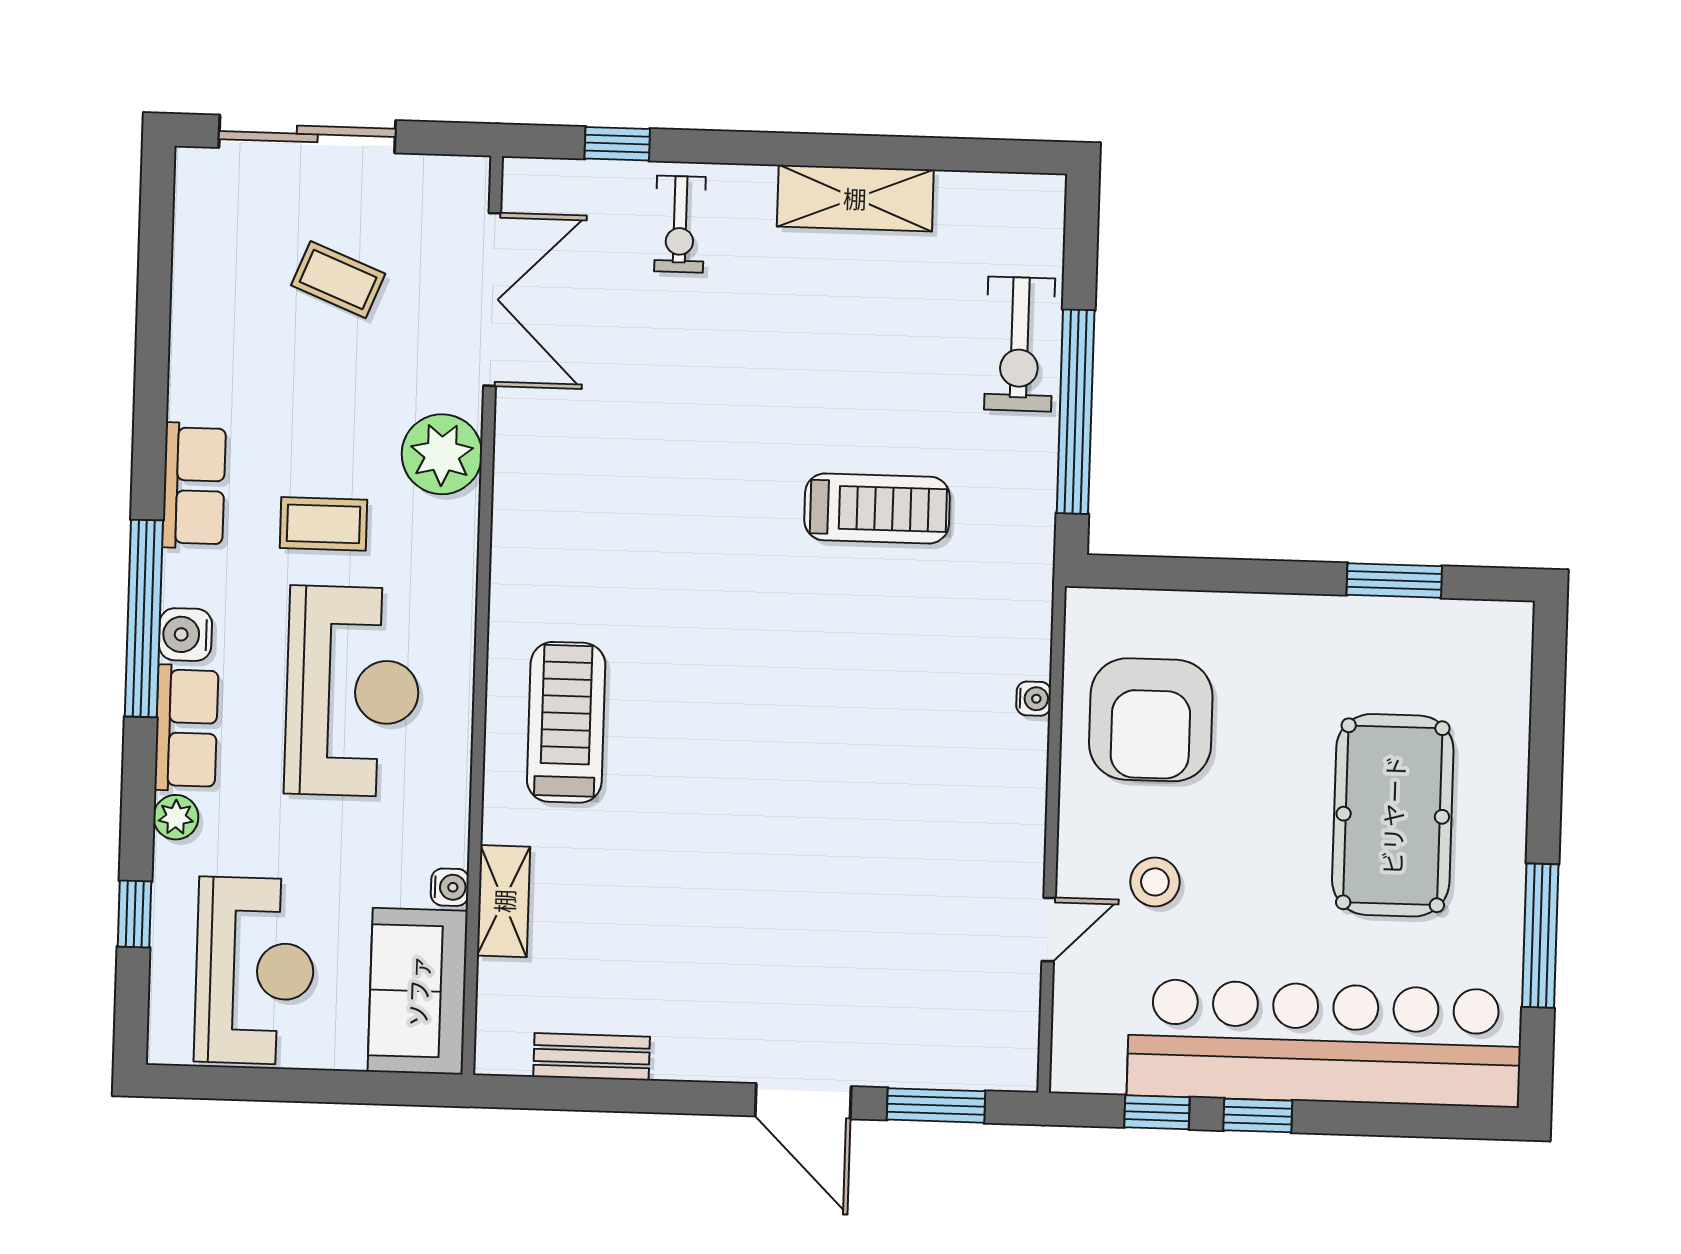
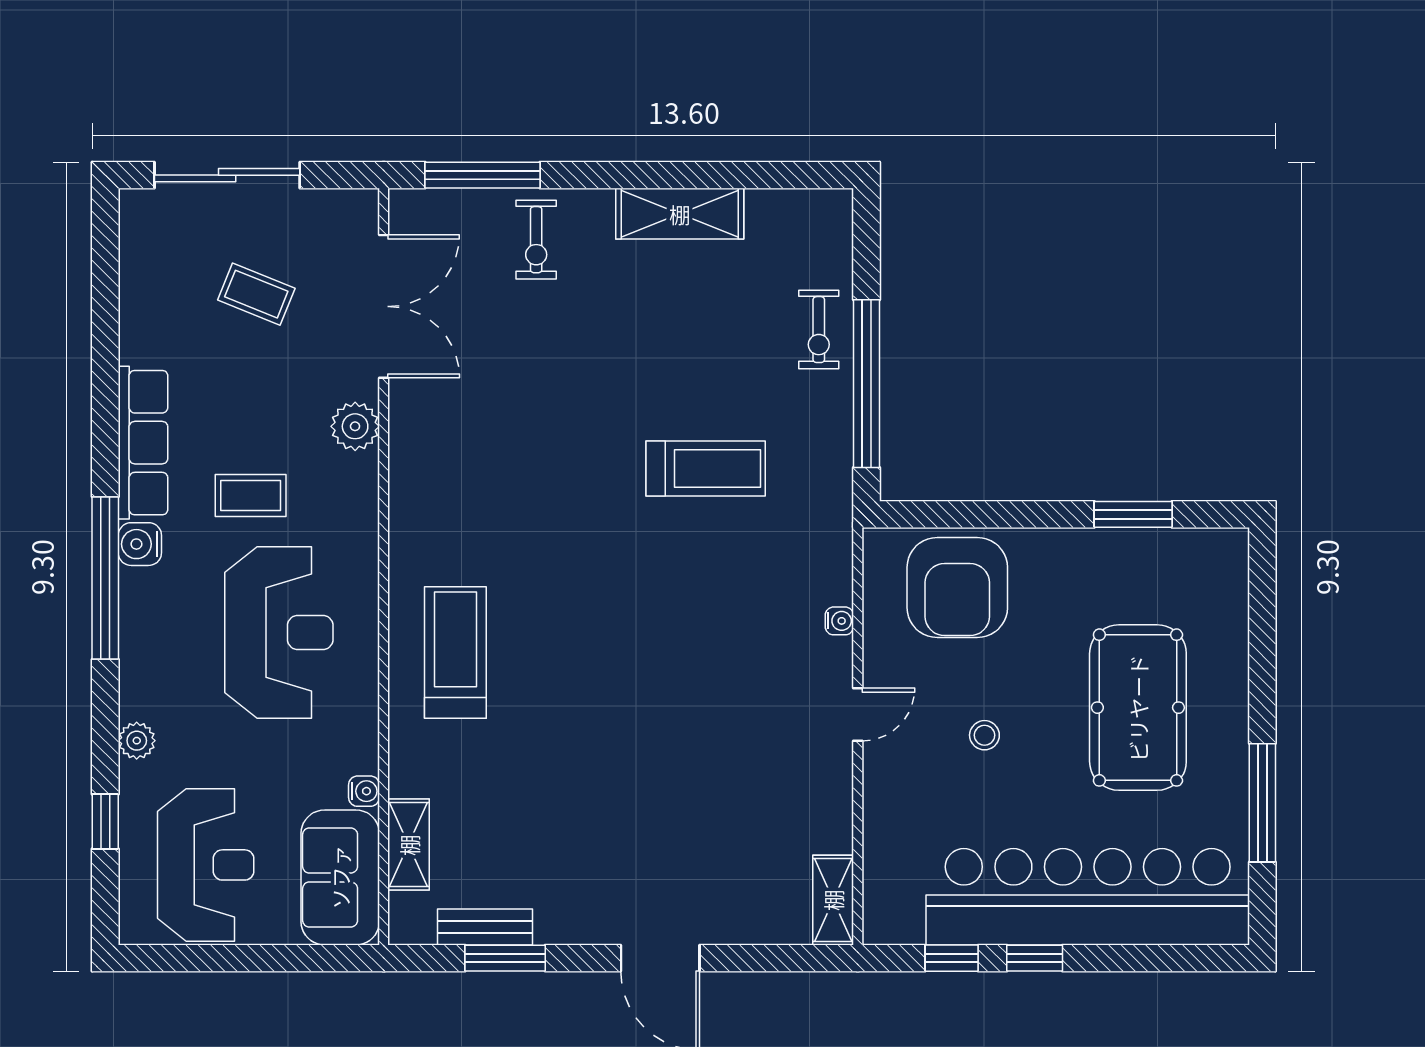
window: (617, 144) -> (483, 175), width x2.17
exercise bike: (1020, 344) -> (819, 330), width x0.73, depth x0.72
plant: (442, 454) -> (355, 426), width x0.73, depth x0.73
row of seats: (194, 486) -> (143, 443), width x1.48
water cooler: (185, 635) -> (140, 544), moved
armchair: (1151, 720) -> (957, 588), moved
row of seats: (186, 728) -> (143, 667), removed
stool: (1155, 882) -> (984, 735), moved, width x0.73, depth x0.73
shelving: (504, 901) -> (409, 845), moved
door: (1049, 929) -> (858, 714), moved
shelving: (1015, 1037) -> (833, 900), added
window: (936, 1105) -> (505, 958), moved

